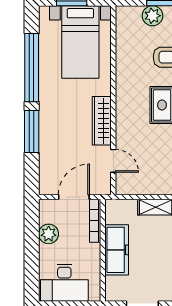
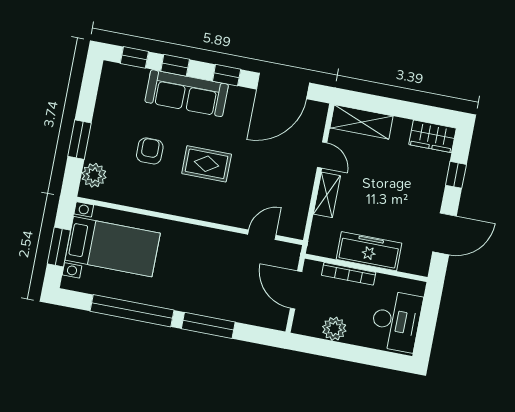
plant: (153, 16) -> (94, 175), moved
wardrobe: (102, 121) -> (212, 239), removed
bookcase: (95, 221) -> (349, 274), moved

